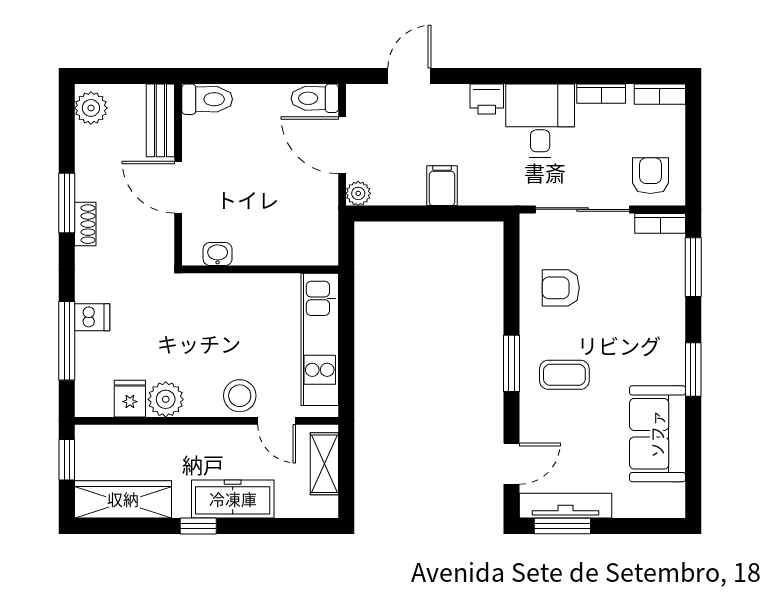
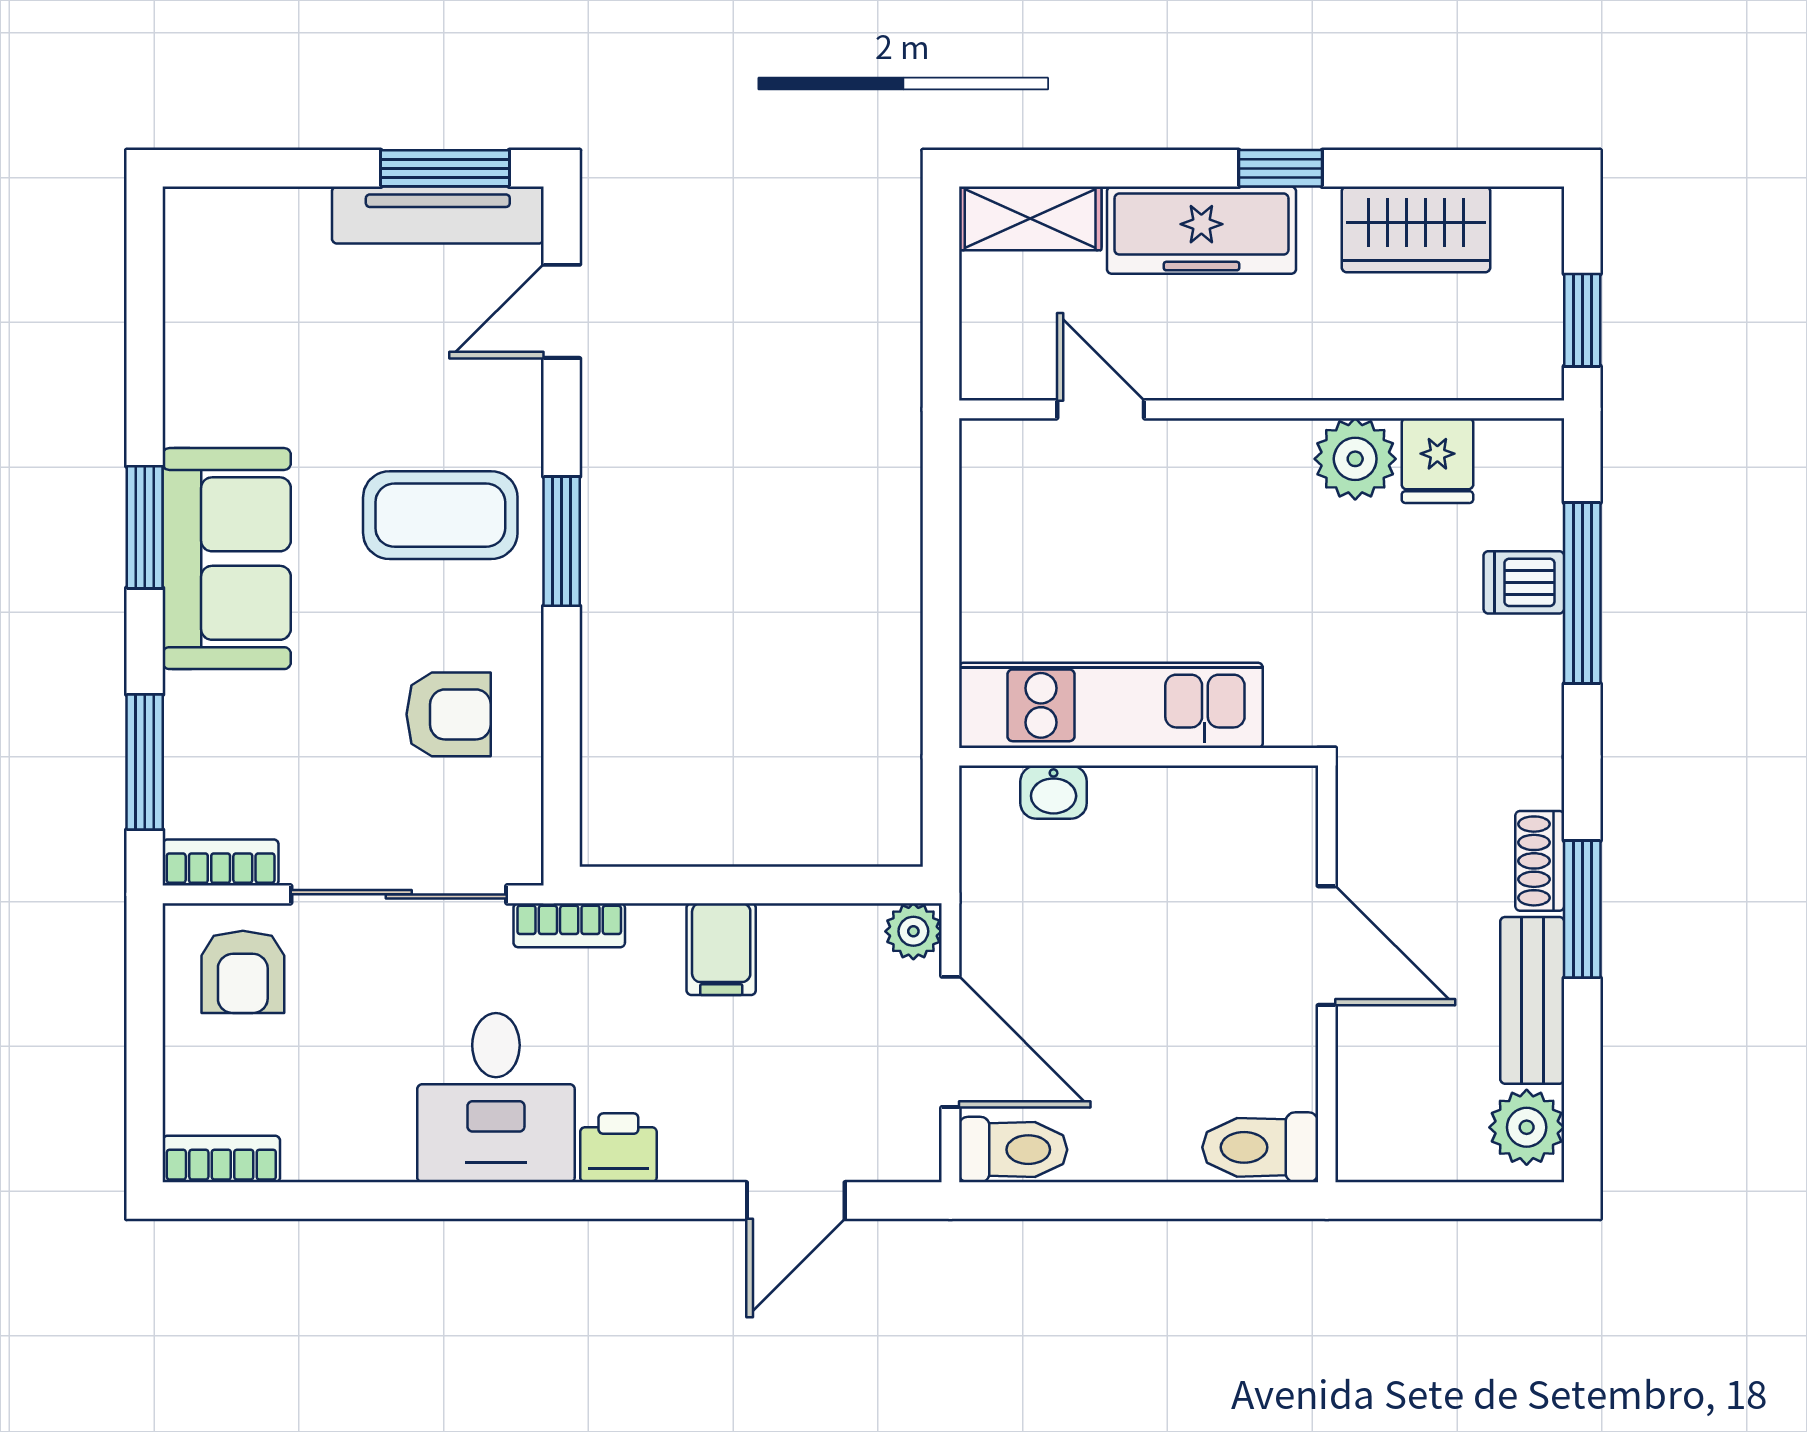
bookcase: (601, 94) -> (569, 925), moved, turned 180
bench: (160, 120) -> (1532, 1000), moved
washbasin: (218, 254) -> (1054, 792), moved
dishwasher: (92, 317) -> (1524, 582), moved
kitchen unit: (320, 339) -> (1111, 705), moved, turned -90
coffee table: (564, 375) -> (440, 515), width x1.36, depth x1.30
stool: (240, 396) -> (1185, 467), removed
sofa: (657, 434) -> (227, 559), moved
shelving: (324, 464) -> (1030, 218), moved, turned 90
wardrobe: (123, 499) -> (1416, 229), width x0.67

